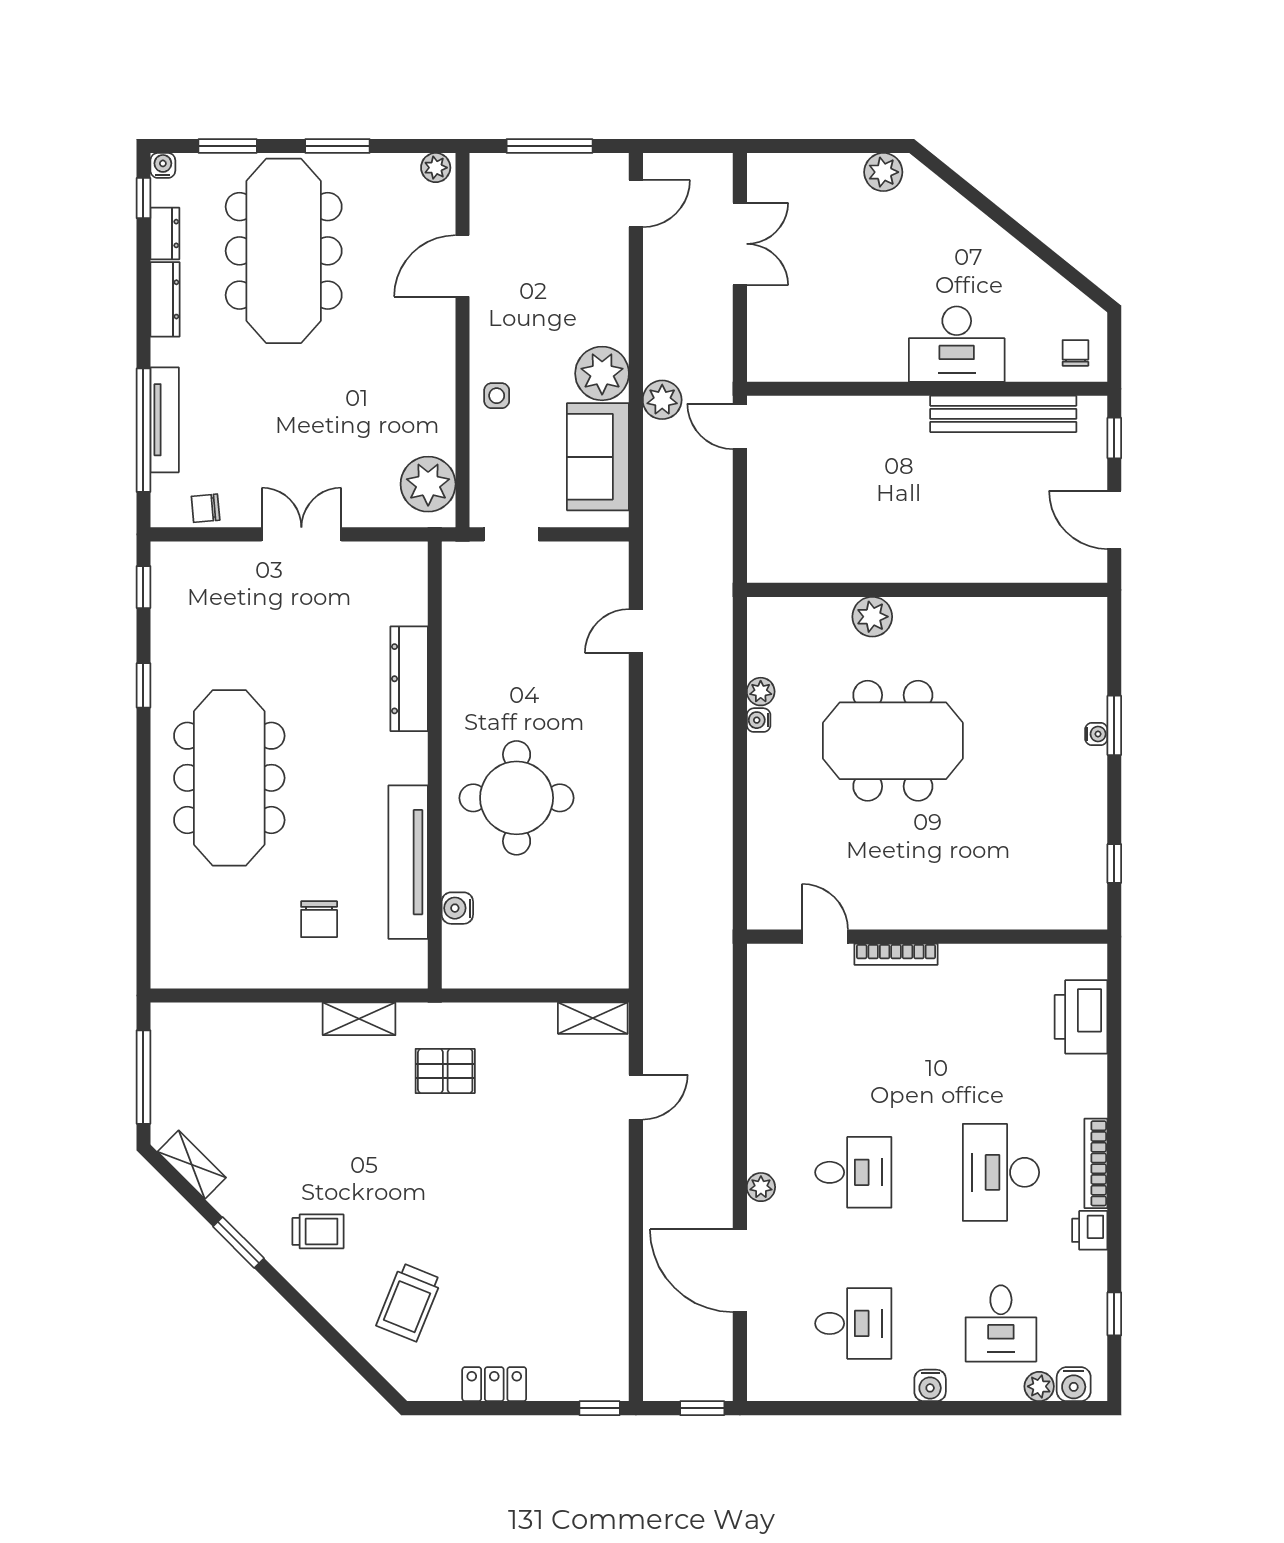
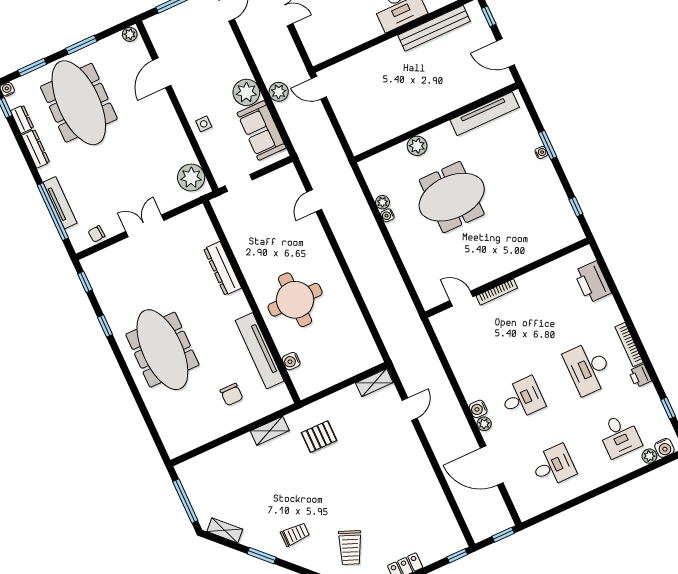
tv unit: (1024, 615) -> (485, 114), added
water cooler: (930, 1385) -> (478, 409), moved, turned 90

